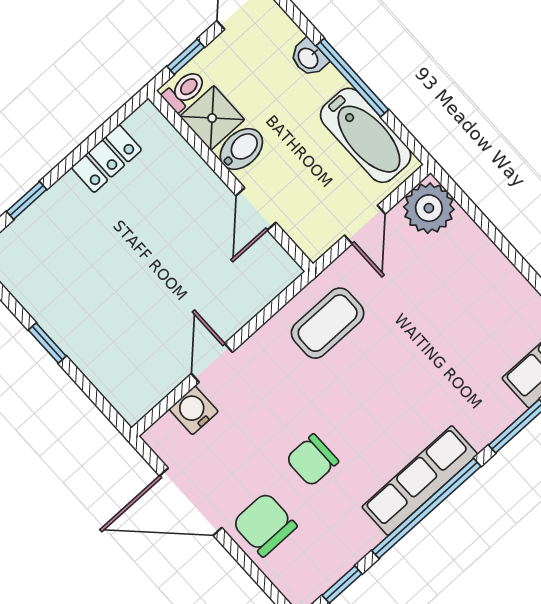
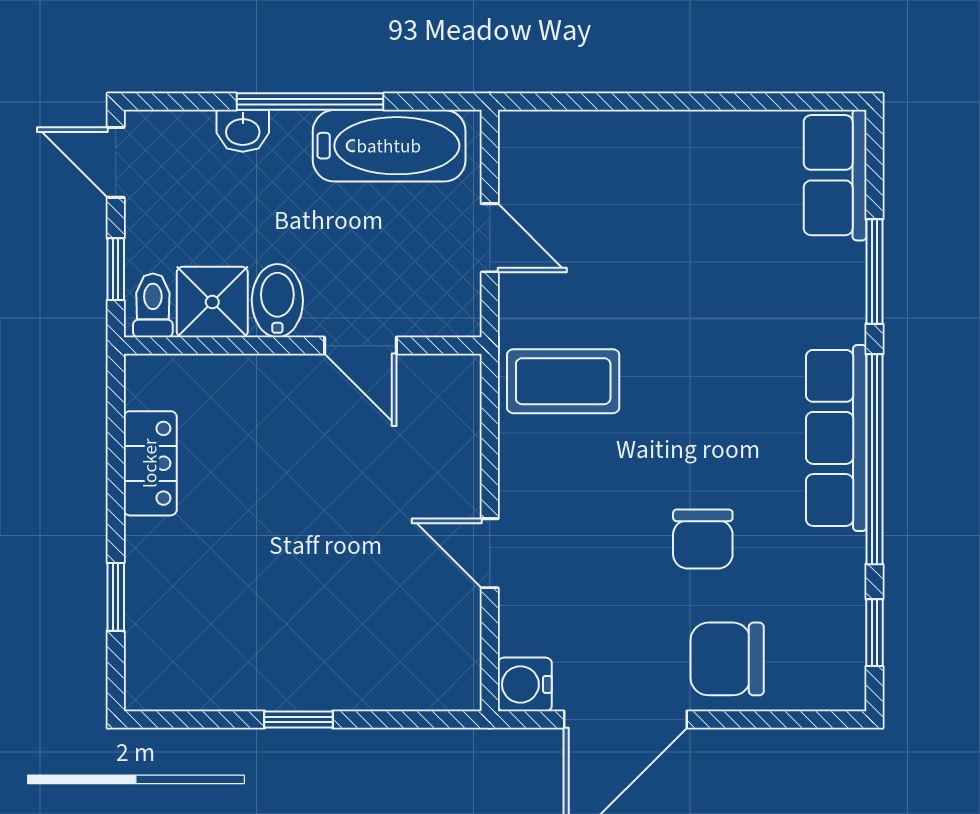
plant: (429, 208) -> (537, 148), removed
coffee table: (328, 323) -> (563, 381), turned 90
water cooler: (194, 410) -> (525, 684), moved

